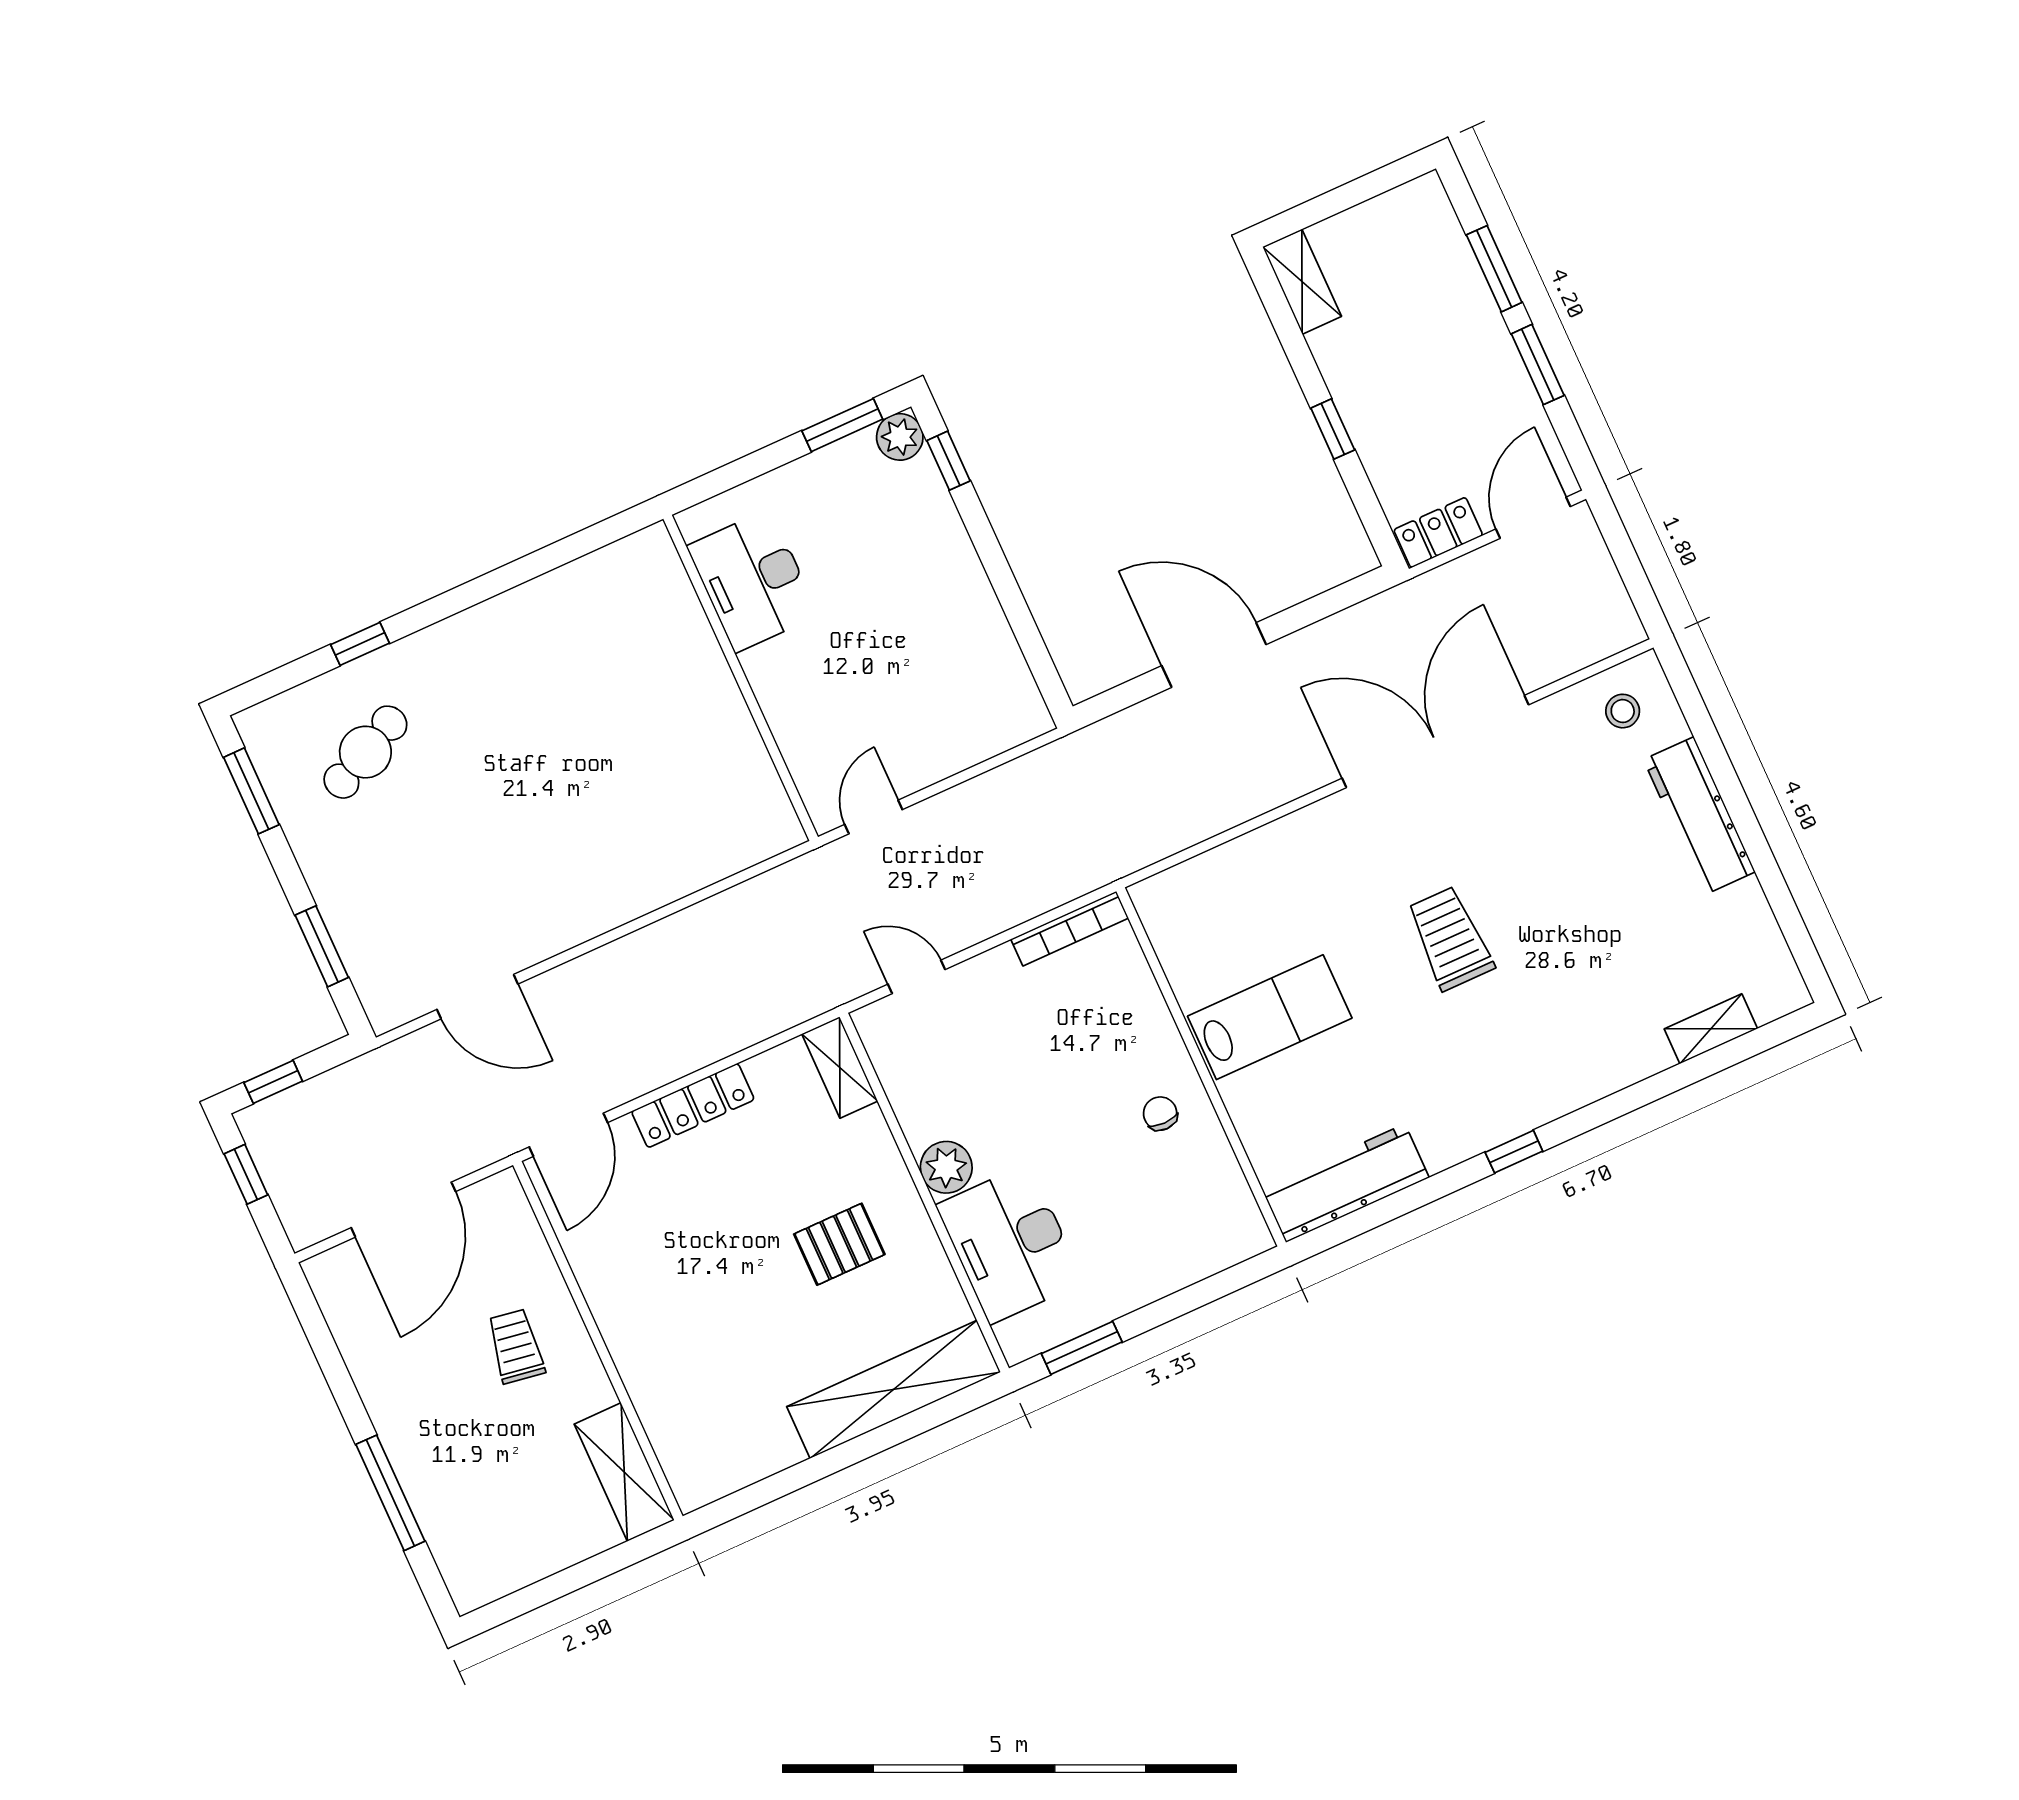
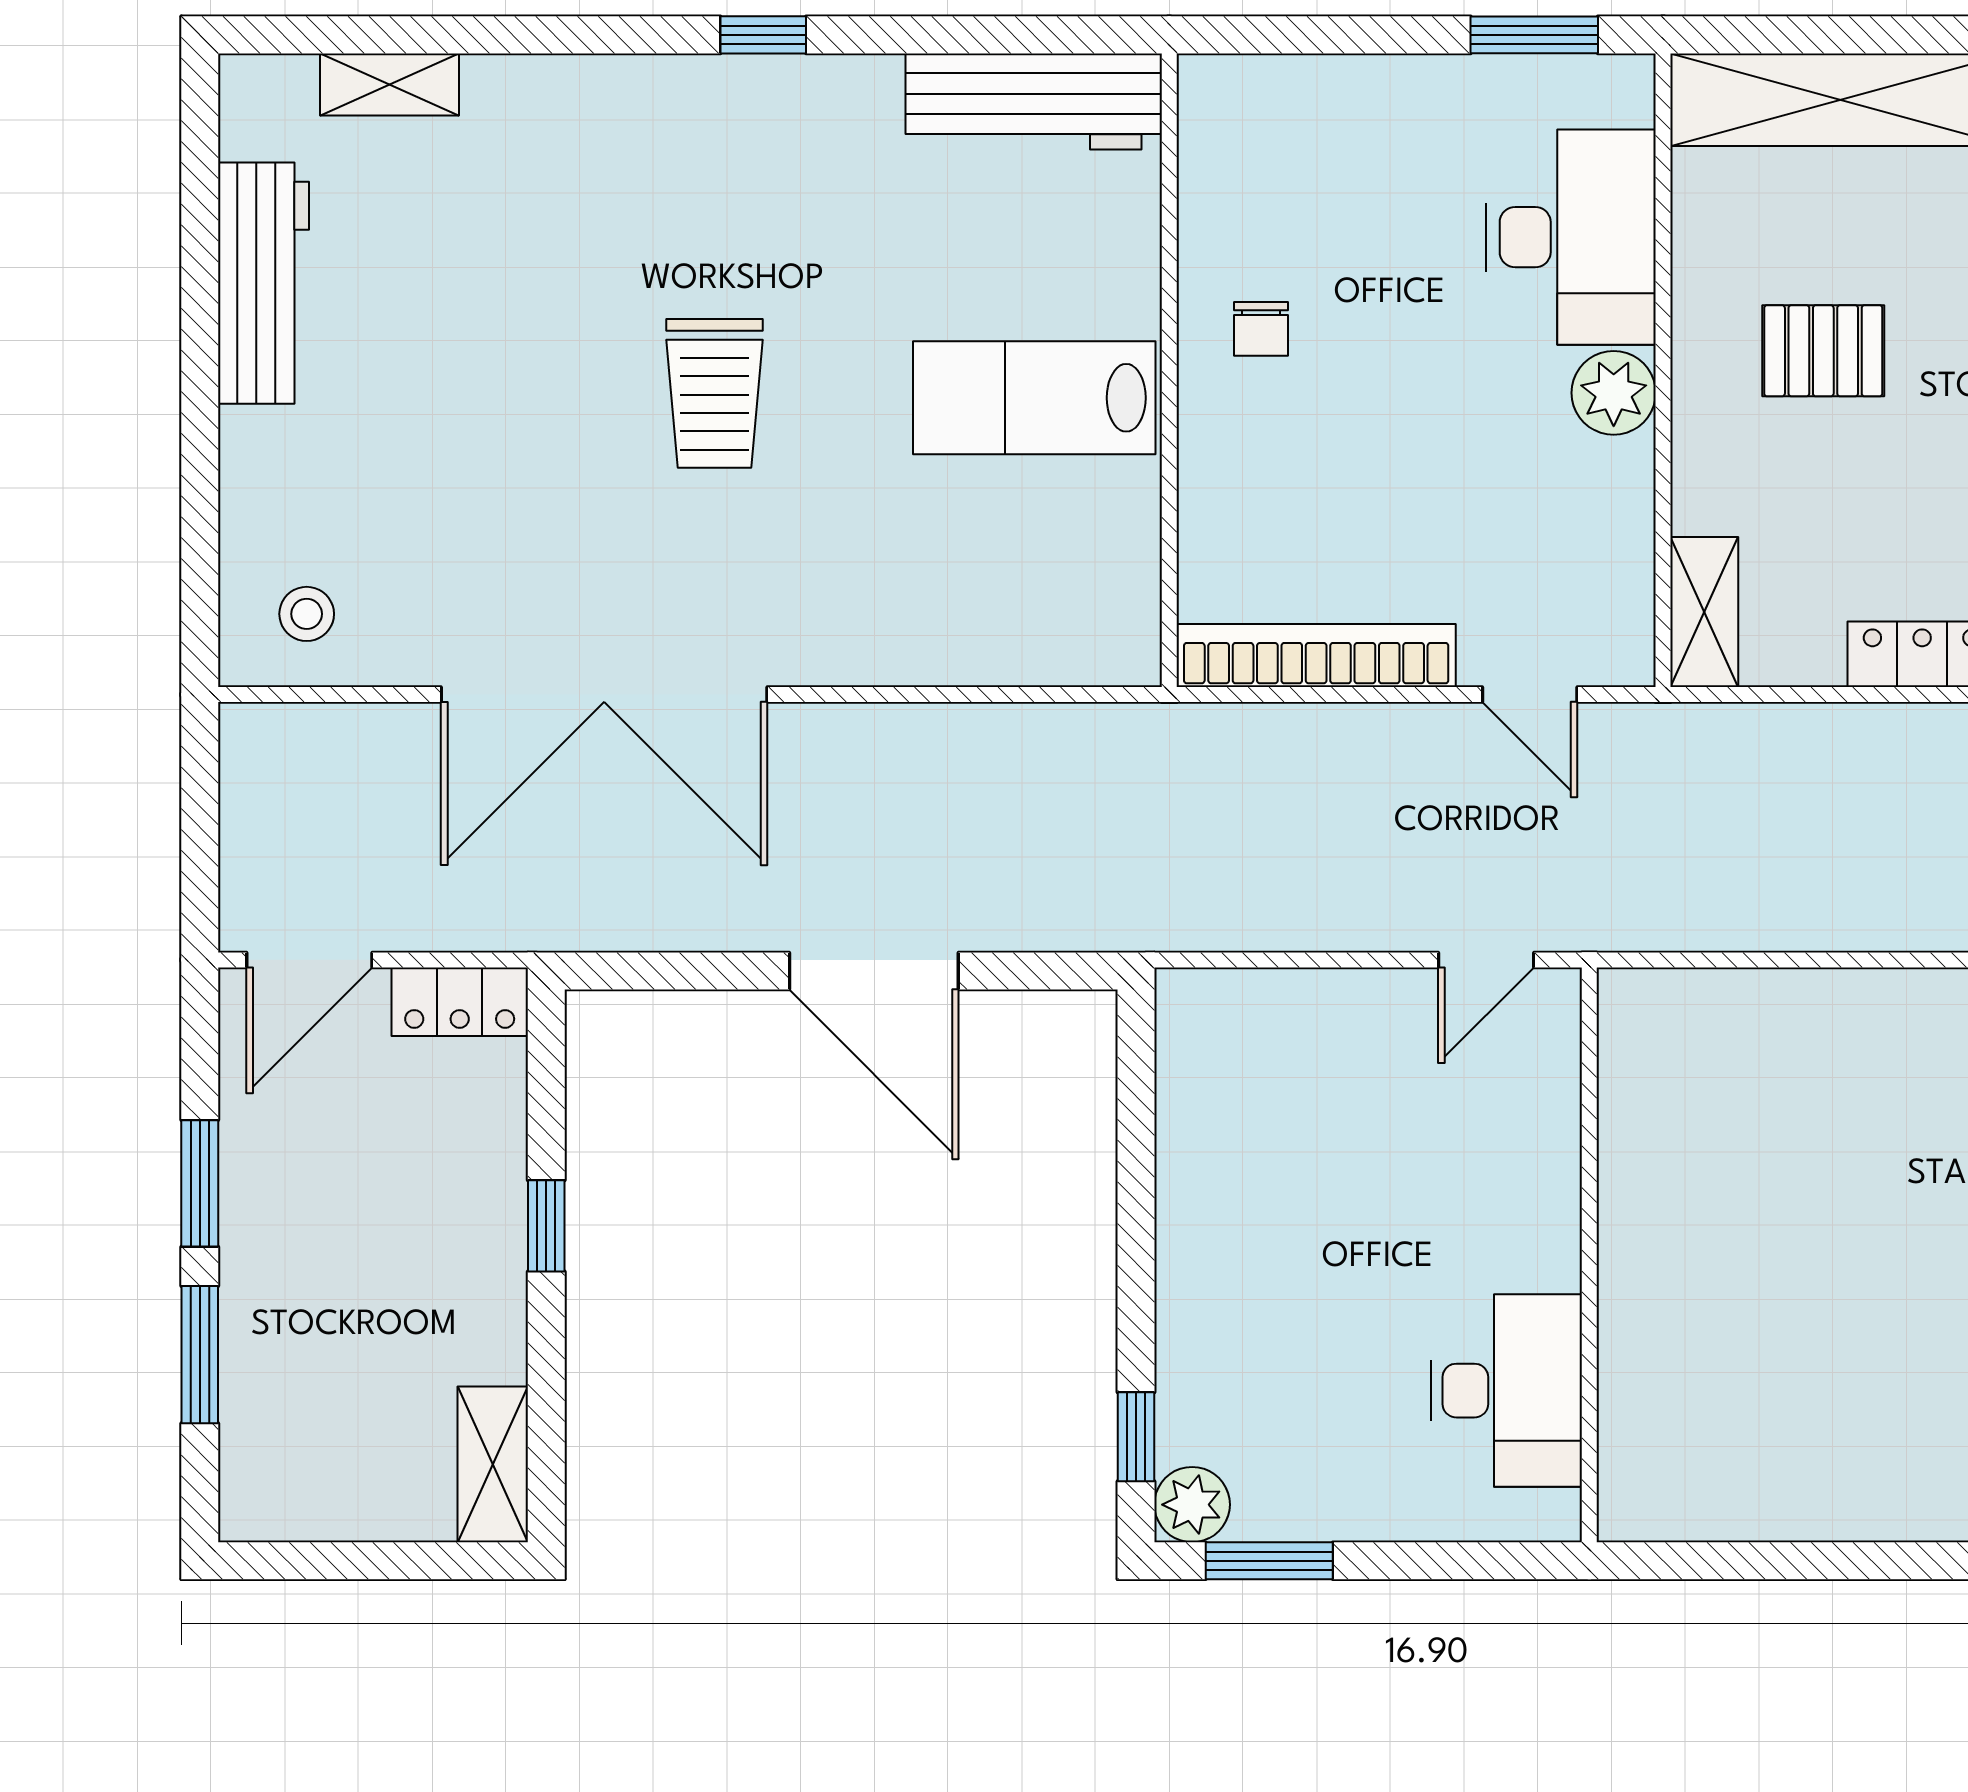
workbench: (1699, 816) -> (264, 283), moved
bookcase: (1070, 929) -> (1316, 656), width x1.48, depth x1.31

